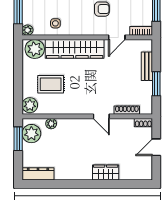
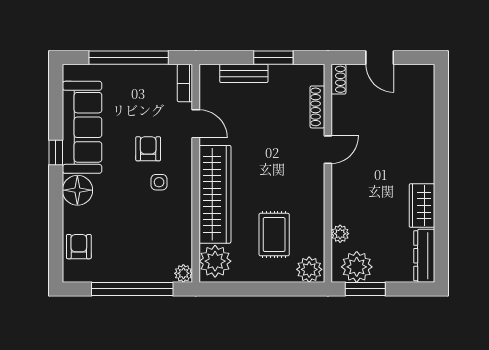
side table: (55, 23) -> (159, 182), moved
wardrobe: (106, 173) -> (422, 206), moved

